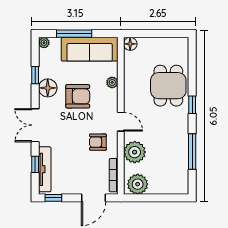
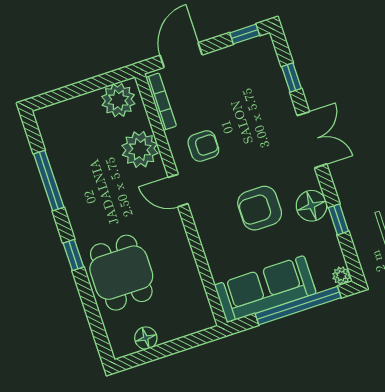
window: (74, 34) -> (298, 306), width x1.46
floor lamp: (130, 44) -> (146, 338), moved
plant: (112, 82) -> (212, 248), removed
tv unit: (45, 169) -> (274, 75), removed

